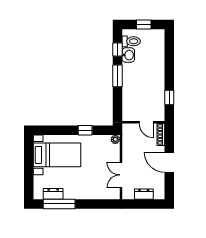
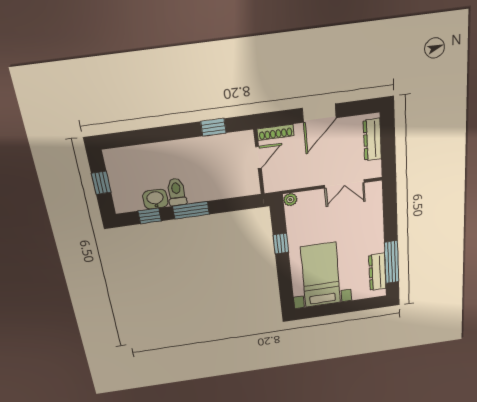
toilet: (131, 41) -> (176, 192), moved
dresser: (53, 194) -> (377, 272), width x1.44
dresser: (144, 194) -> (372, 140), width x1.44

